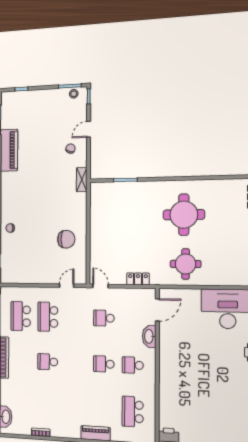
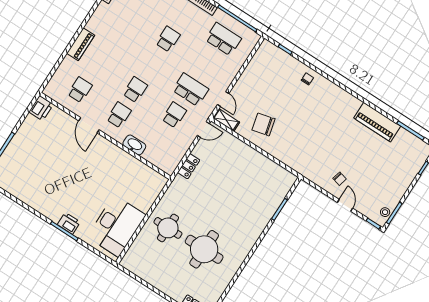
shelving: (82, 180) -> (226, 120), moved
round table: (184, 215) -> (204, 249), moved
chair: (66, 239) -> (263, 124), turned 76
round table: (186, 264) -> (168, 228), moved
door: (157, 310) -> (89, 125), moved
school desk: (48, 317) -> (191, 90), moved
school desk: (133, 412) -> (80, 90), width x0.54

